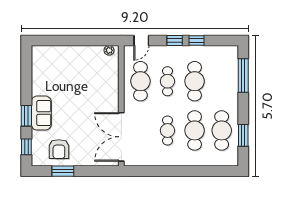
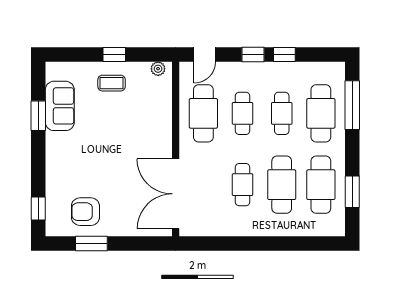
window: (79, 41) -> (114, 54), added
coffee table: (77, 60) -> (112, 83), added
cafe table: (195, 81) -> (282, 113), width x0.73, depth x0.74
cafe table: (222, 81) -> (321, 113), added
sofa: (41, 113) -> (60, 106), moved
window: (26, 116) -> (38, 116), moved
armchair: (59, 149) -> (85, 212), turned 90

